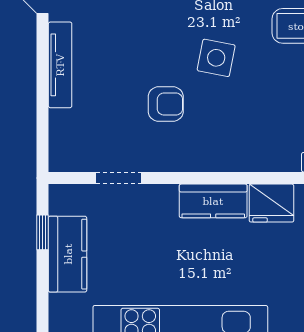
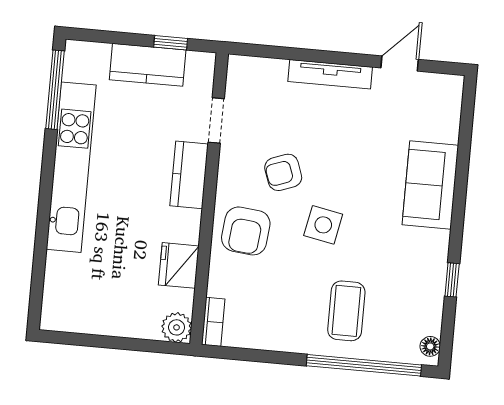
armchair: (166, 104) -> (283, 172), turned 70
armchair: (230, 137) -> (246, 231), added
kitchen counter: (213, 201) -> (189, 175), moved

